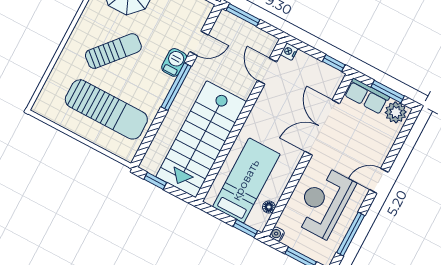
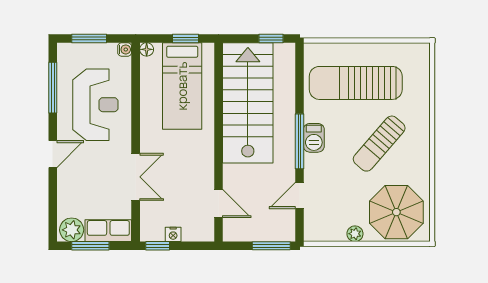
nightstand: (289, 52) -> (173, 234), moved, turned 90
barbecue: (174, 62) -> (314, 138), moved
double door: (322, 127) -> (136, 177), width x0.73
floor lamp: (269, 207) -> (147, 49), moved
window: (245, 229) -> (186, 38), moved

